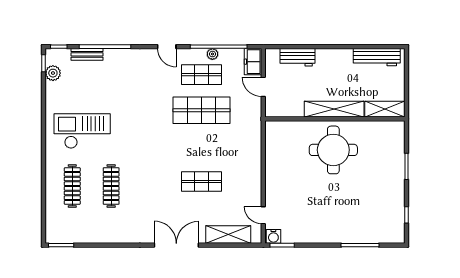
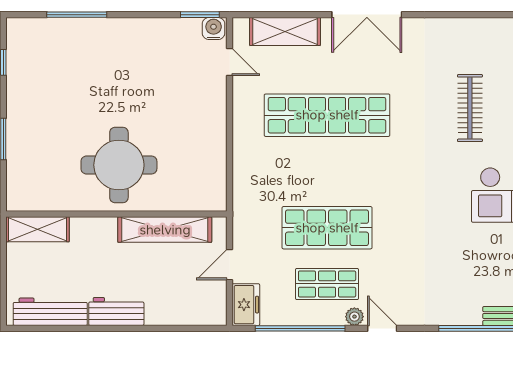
plant: (212, 54) -> (354, 317), moved
workbench: (298, 57) -> (116, 311), moved
door: (263, 87) -> (230, 265), swing flipped
shelving: (334, 109) -> (165, 230), moved
shop shelf: (202, 181) -> (327, 115), width x2.00, depth x1.36

